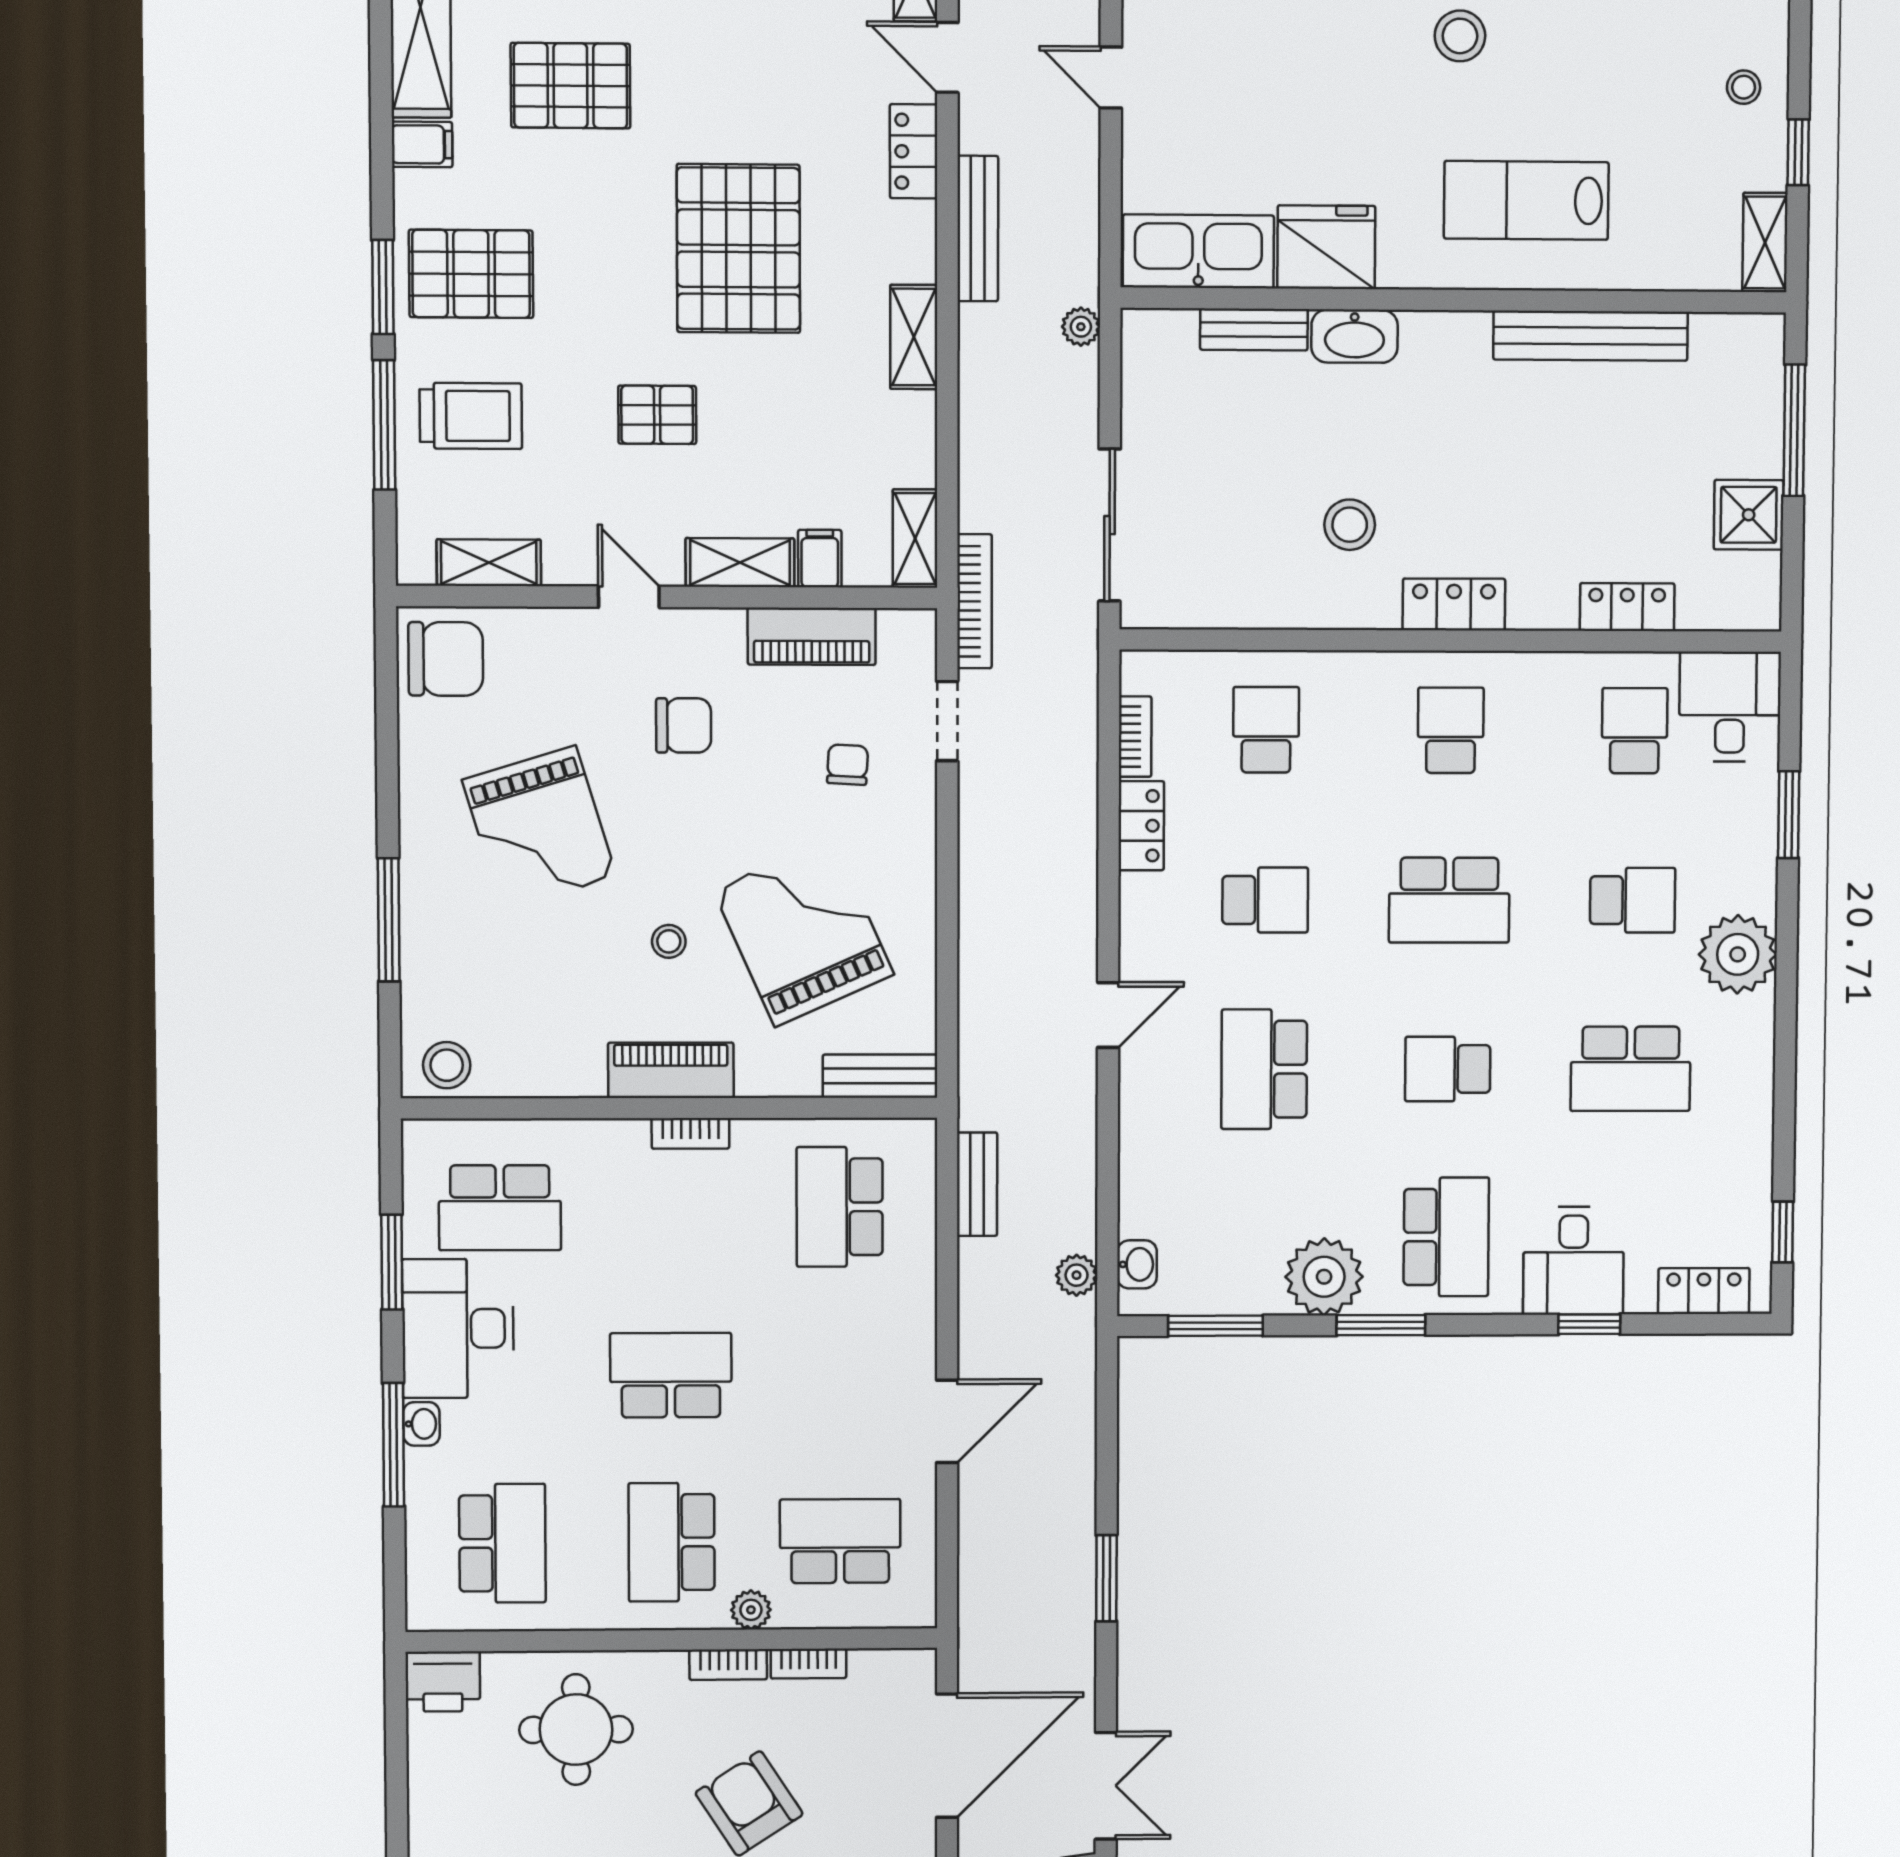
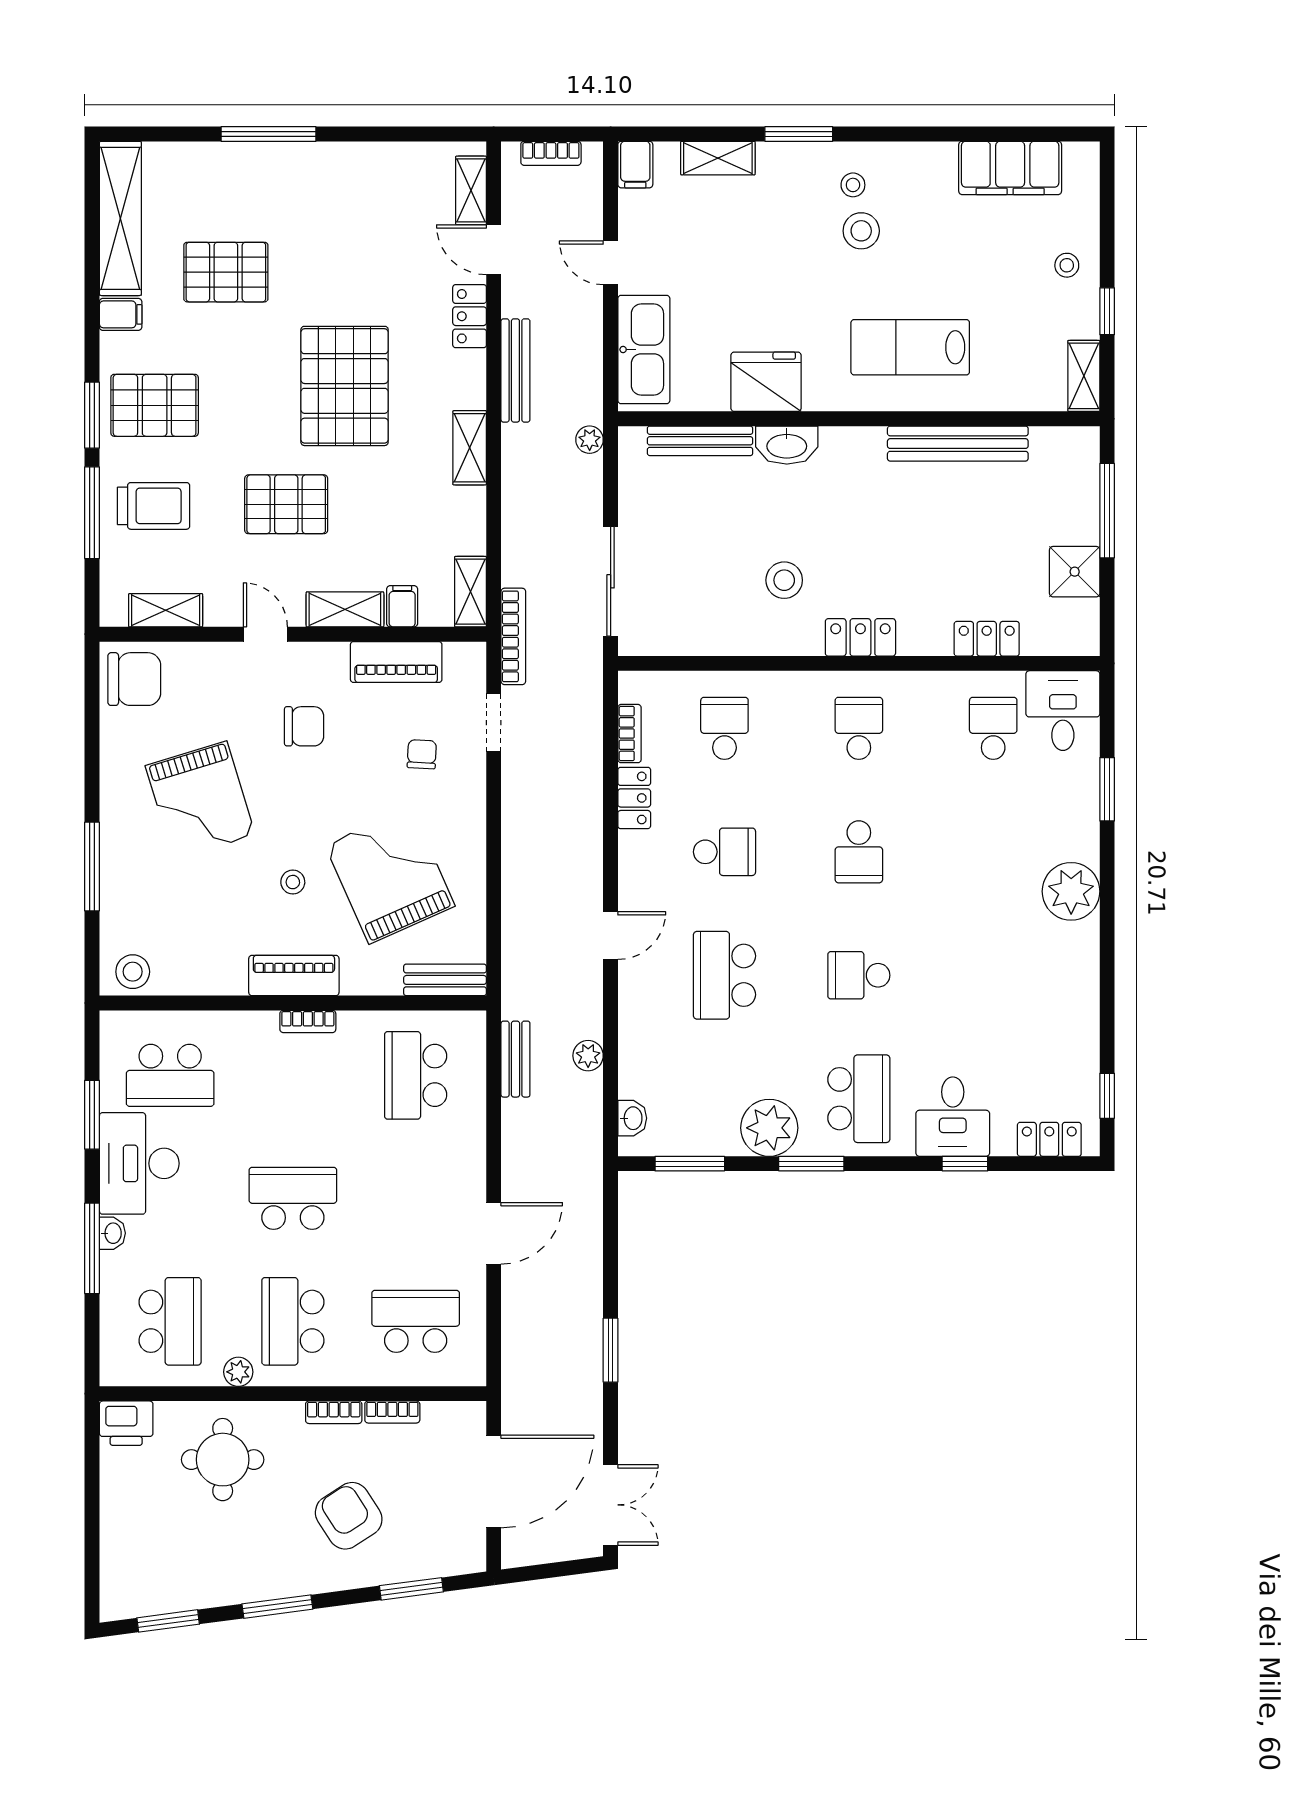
kitchen sink: (1198, 251) -> (644, 350), moved, turned 90
bench: (1254, 330) -> (700, 441), width x1.36
pallet: (657, 415) -> (286, 504), width x1.50, depth x1.42
school desk: (1449, 900) -> (859, 852), width x0.54
school desk: (1633, 900) -> (993, 852), removed
school desk: (1631, 1069) -> (993, 975), removed
plant: (1077, 1275) -> (588, 1056), moved
plant: (751, 1610) -> (238, 1372), moved

